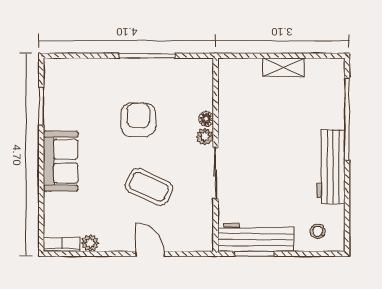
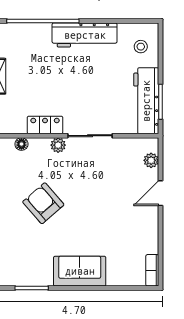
floor lamp: (206, 119) -> (21, 144), moved
armchair: (138, 120) -> (43, 203), turned 49
locker: (228, 122) -> (45, 125), added
coffee table: (149, 187) -> (102, 194), removed
plant: (90, 243) -> (151, 160), moved

